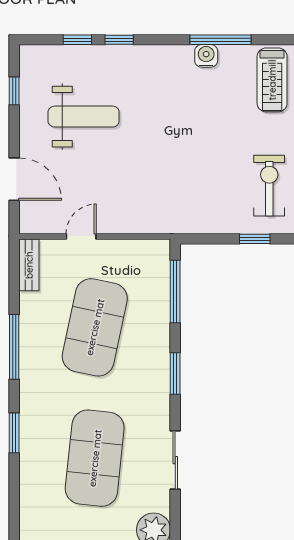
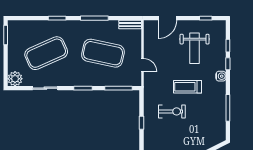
water cooler: (206, 56) -> (221, 76), moved
treadmill: (272, 80) -> (188, 87), moved
exercise bike: (269, 186) -> (172, 111), moved
door: (81, 236) -> (143, 65), moved
exercise mat: (95, 458) -> (46, 53), turned -30

